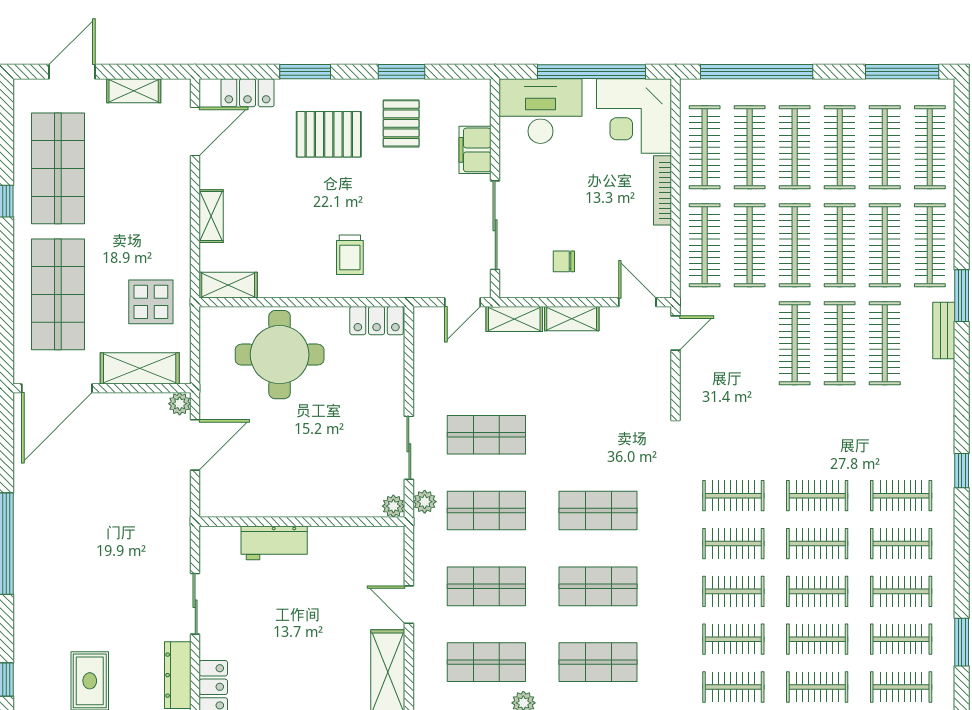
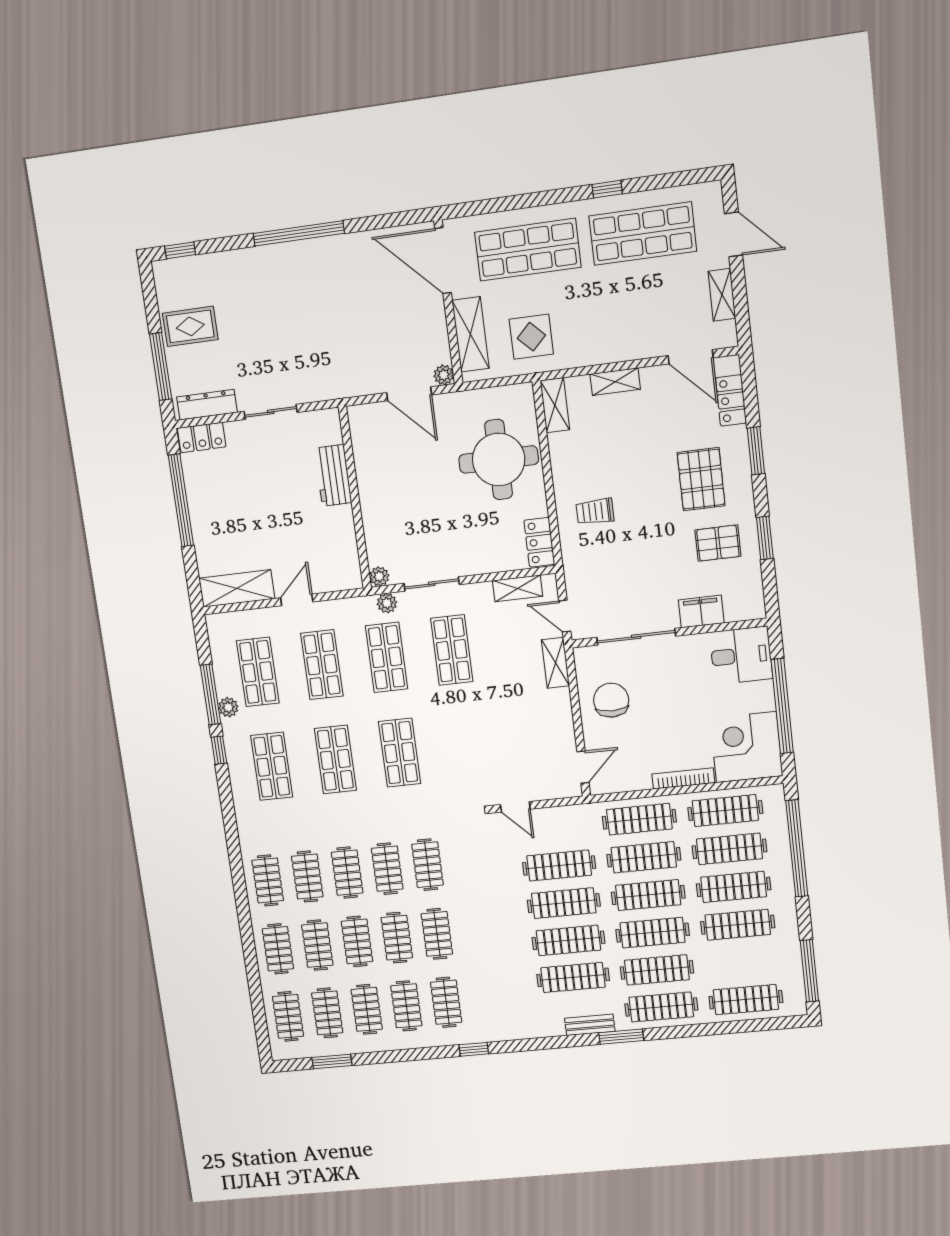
desk: (540, 111) -> (741, 655), width x0.73
clothes rail: (885, 147) -> (559, 866), moved
chair: (564, 261) -> (611, 700), width x1.87, depth x1.87
shelving: (572, 319) -> (518, 588), moved, turned 90
door: (676, 333) -> (515, 807), moved

